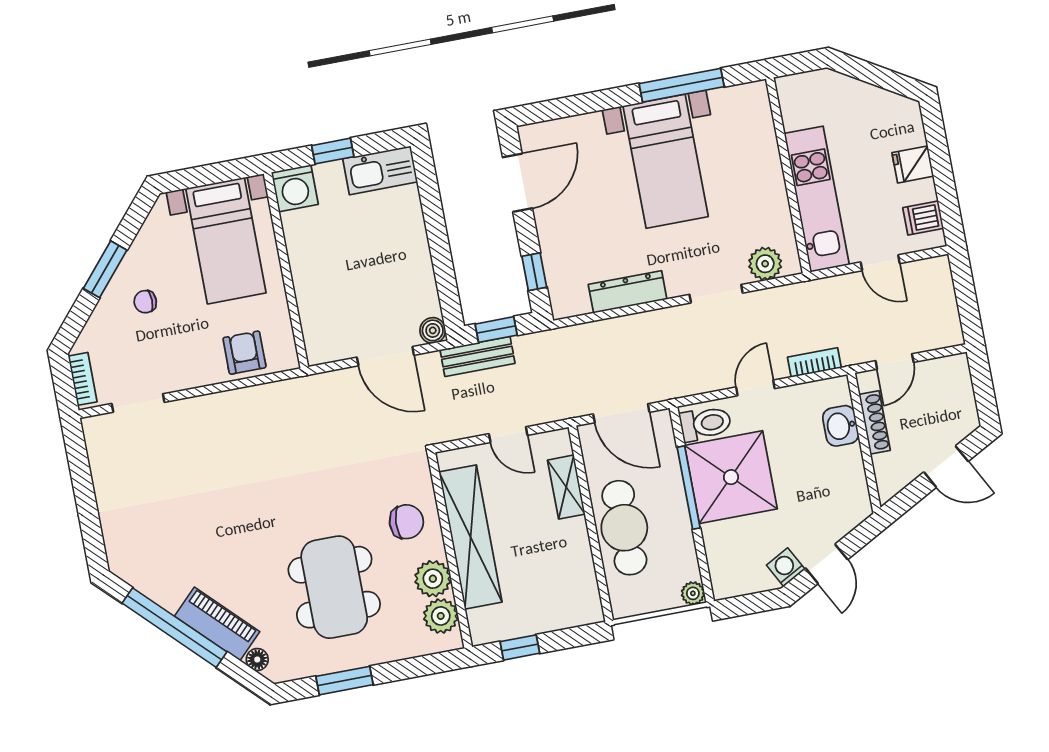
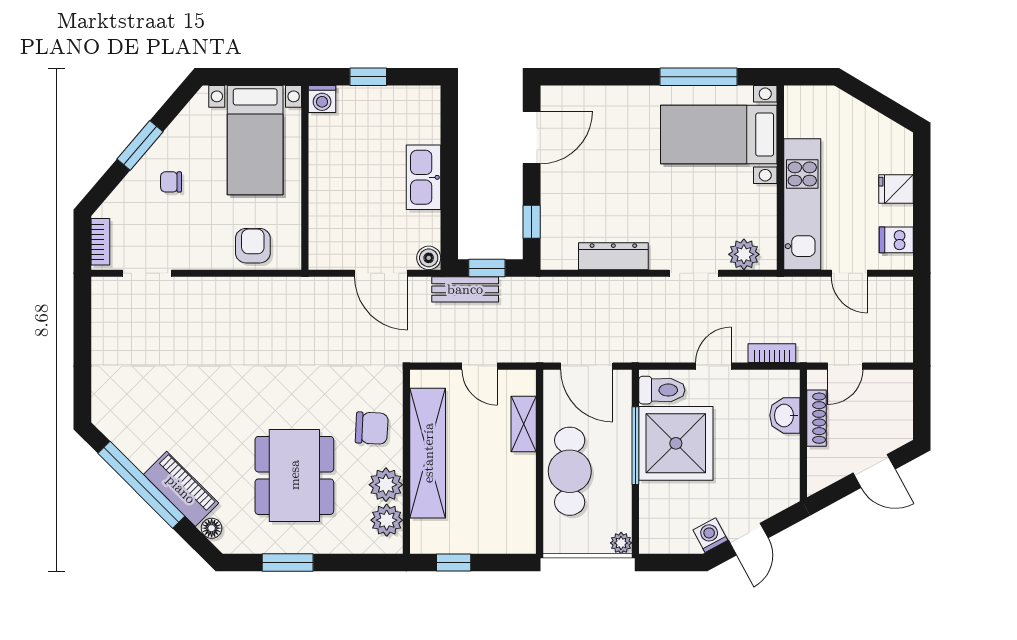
bed with nightstands: (666, 161) -> (719, 134), moved, turned 90
kitchen sink: (380, 170) -> (424, 177), moved, turned 90
washing machine: (295, 188) -> (322, 99), width x0.73, depth x0.73

